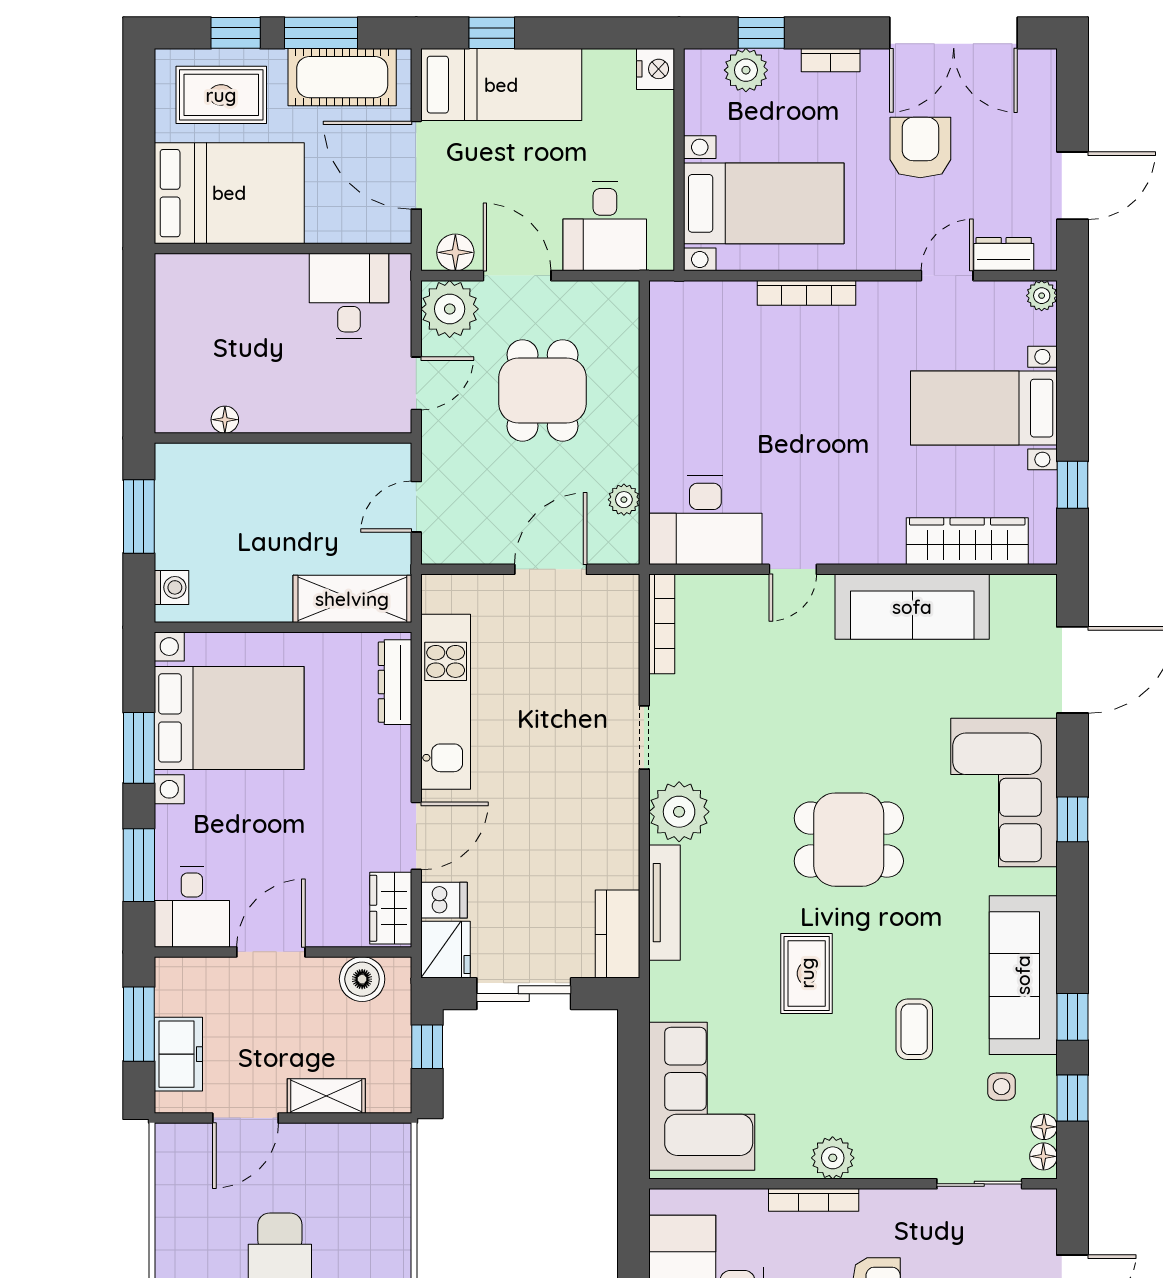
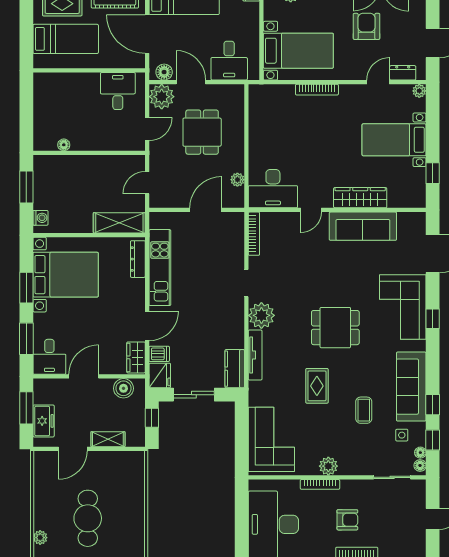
bed: (229, 193) -> (66, 39), width x0.67
wardrobe: (967, 541) -> (360, 198), moved

